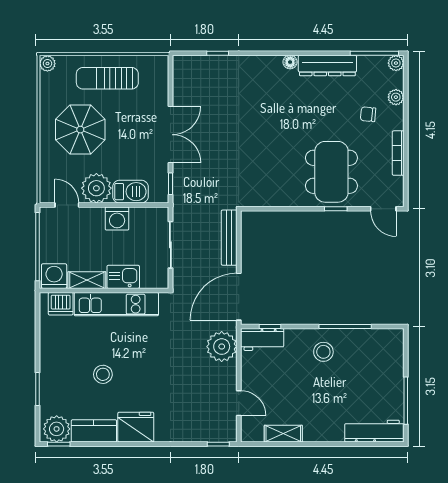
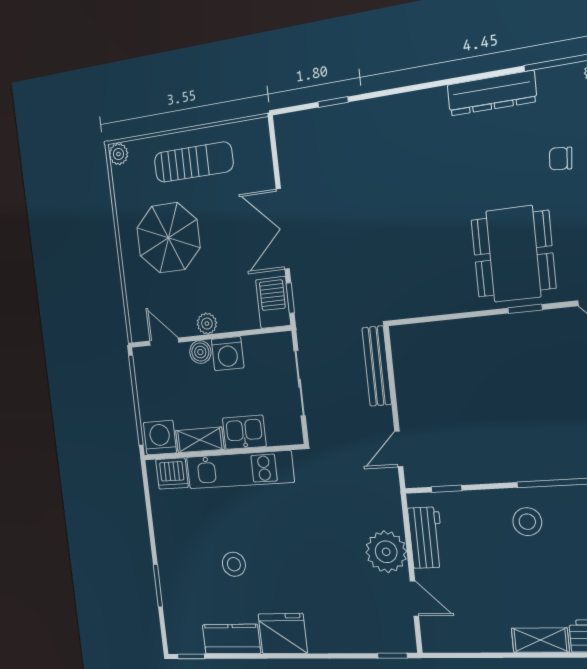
floor lamp: (290, 62) -> (436, 97), removed
sun lounger: (107, 78) -> (194, 162), turned 180
double door: (170, 135) -> (283, 229), swing flipped
plant: (96, 188) -> (207, 324), width x0.53, depth x0.53
barbecue: (130, 192) -> (273, 303), moved, turned -90
boiler: (95, 215) -> (200, 352), added
door: (239, 297) -> (399, 449), width x0.53
workbench: (262, 339) -> (426, 538), moved, turned -90
plant: (222, 347) -> (386, 552), moved
plant: (57, 429) -> (186, 637), removed
shelving: (283, 434) -> (540, 640), moved

